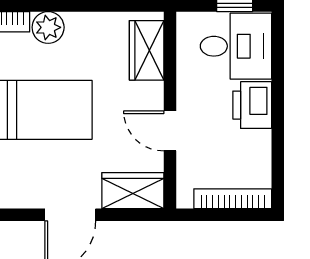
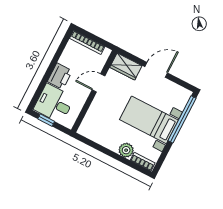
wardrobe: (147, 50) -> (91, 120), removed
door: (170, 131) -> (98, 83), swing flipped

